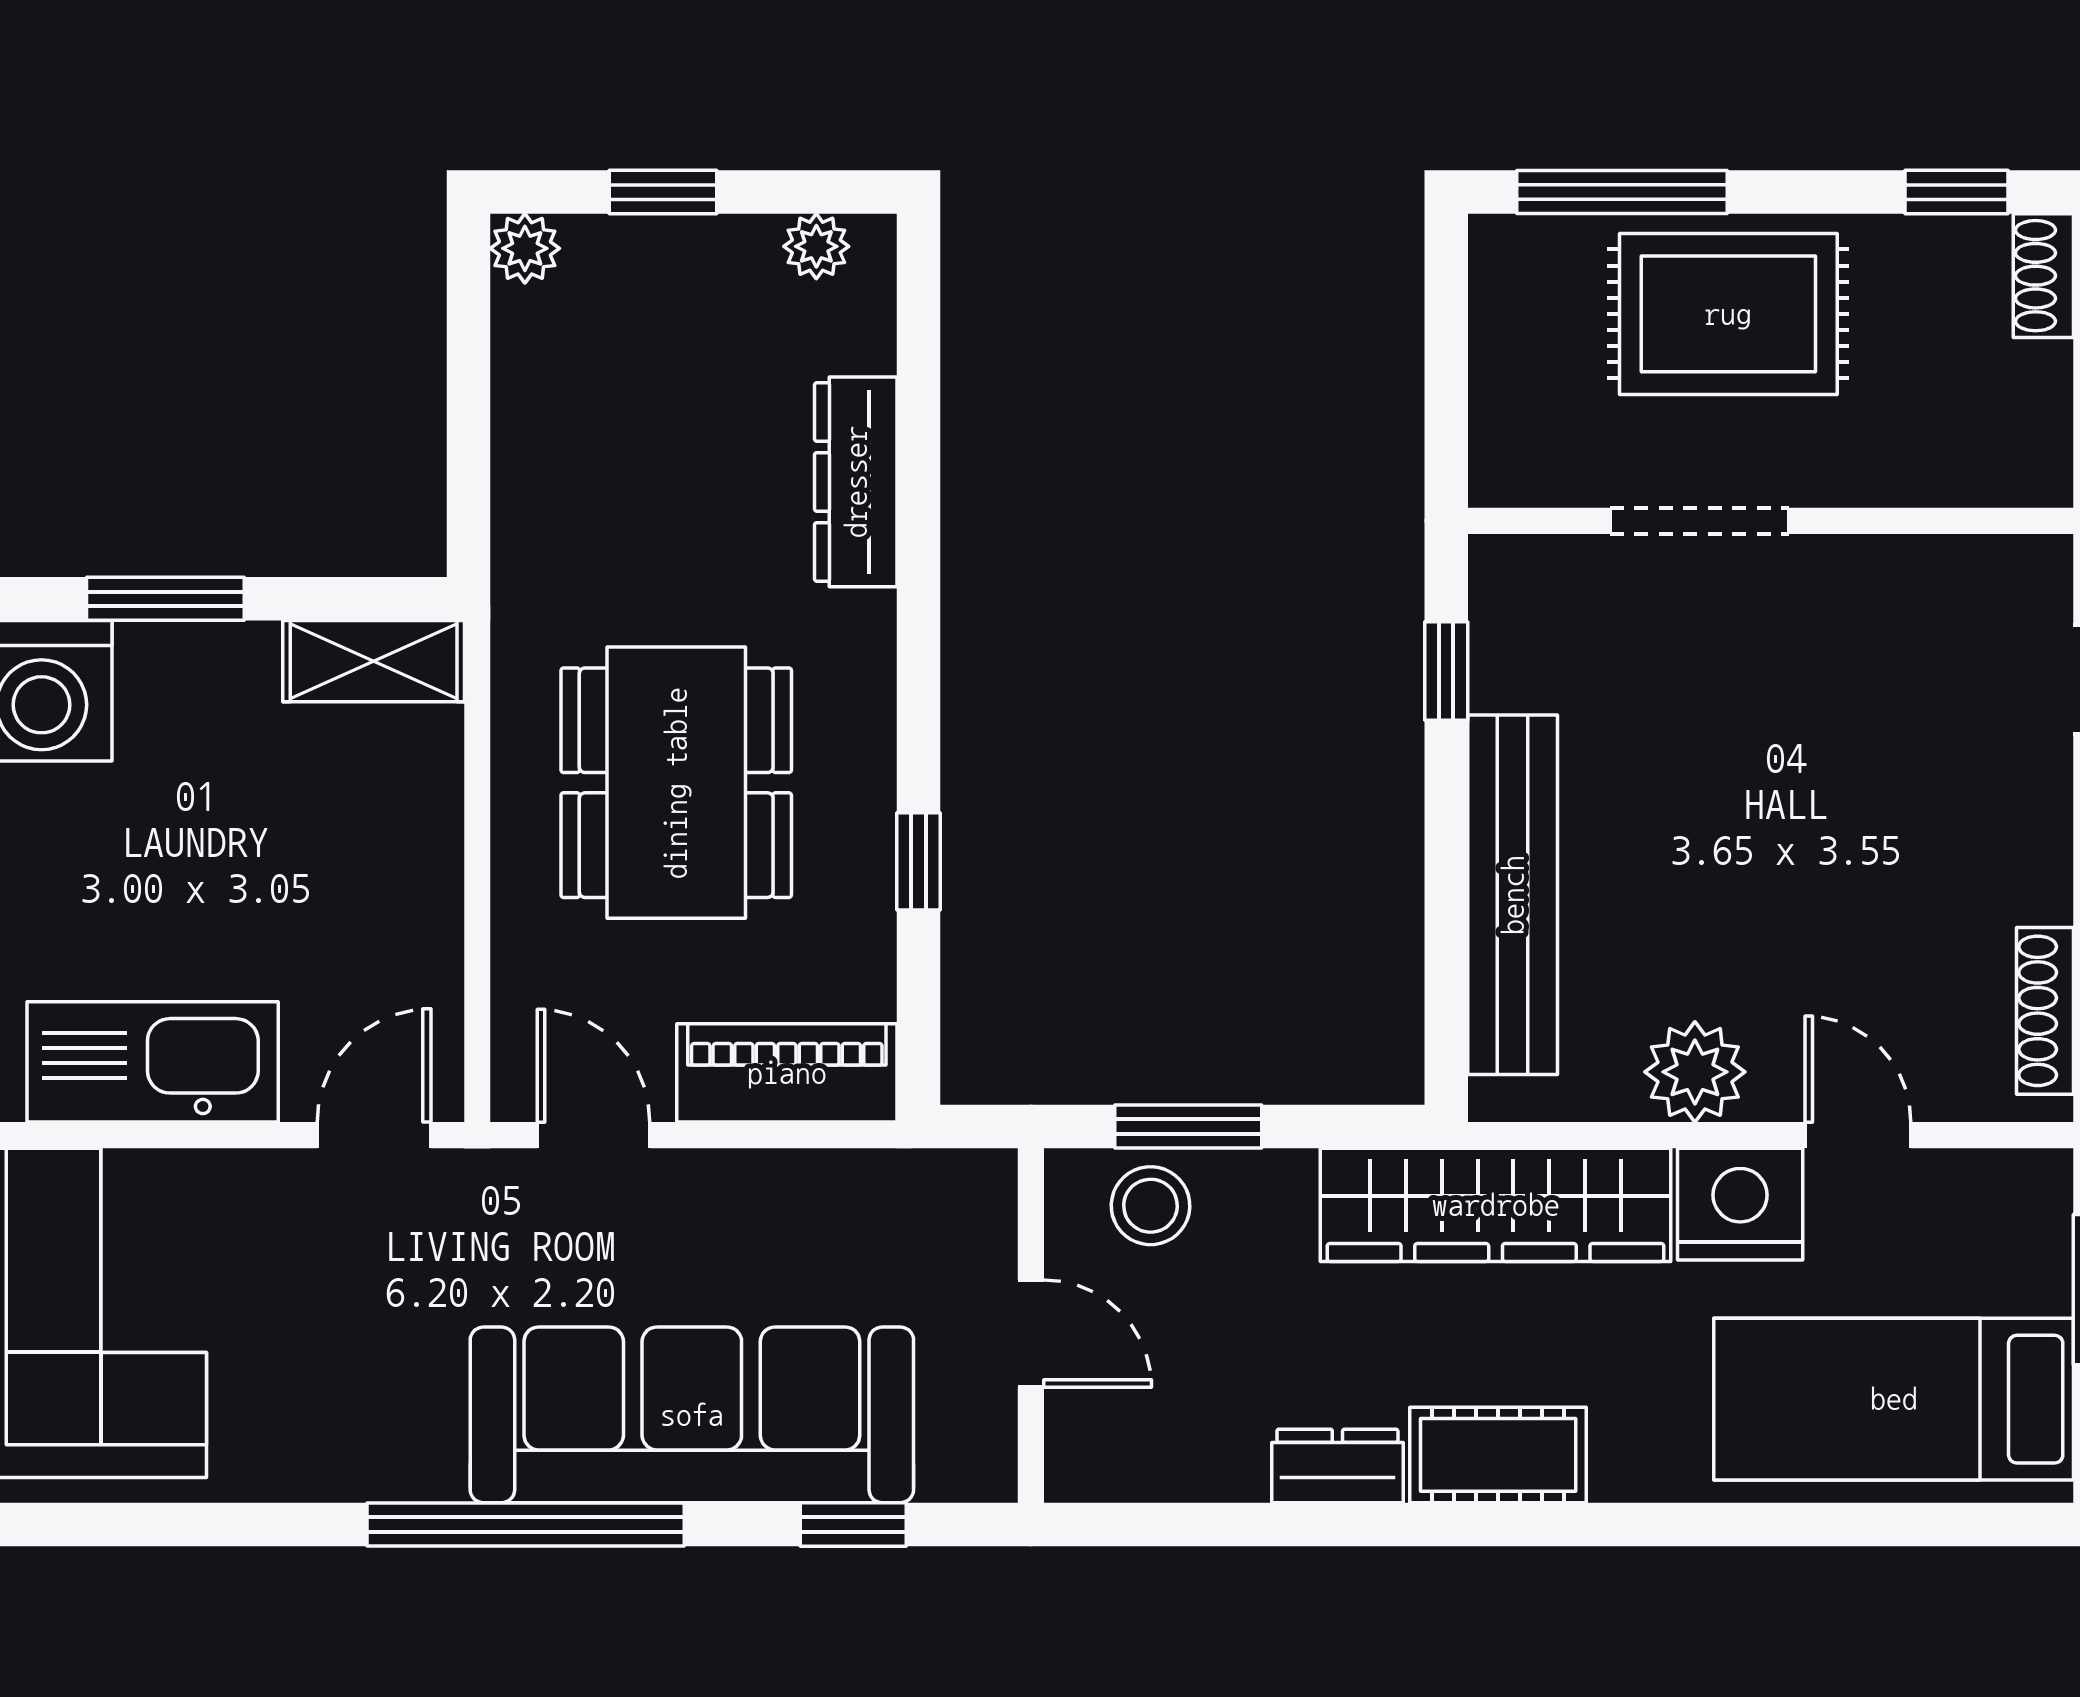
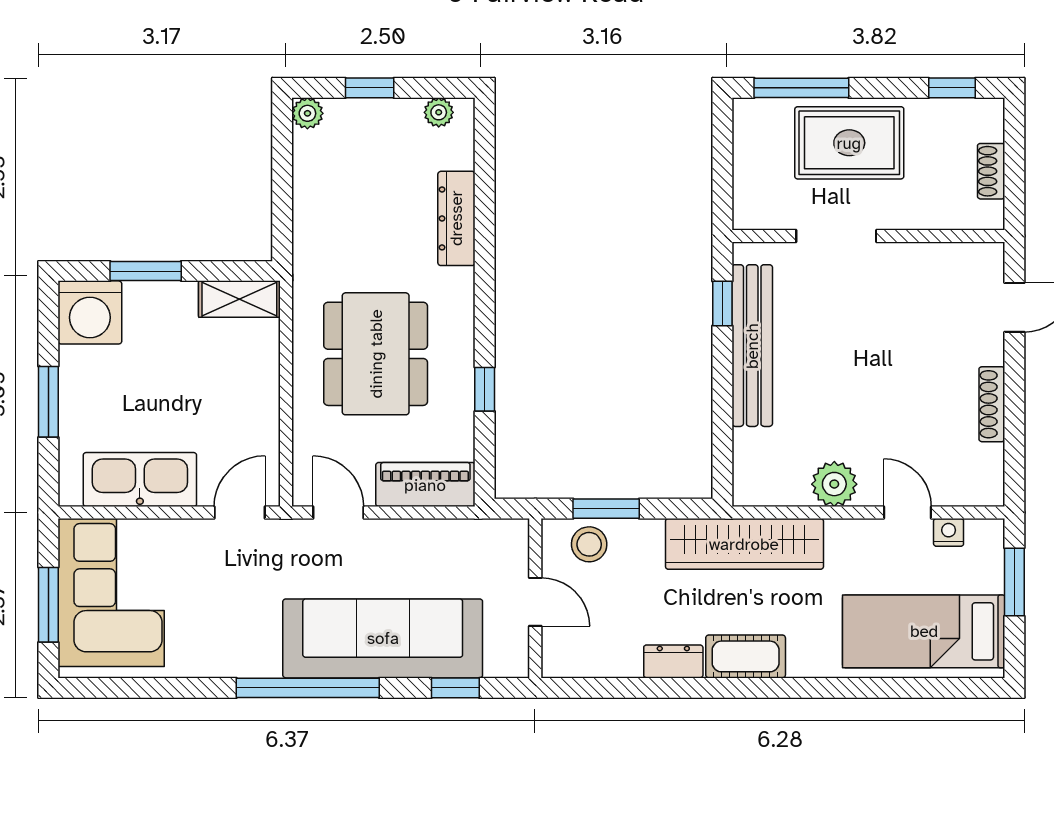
shoe rack: (2043, 276) -> (991, 171), moved
bench: (1513, 895) -> (752, 346), moved
shoe rack: (2045, 1011) -> (992, 404), moved
nightstand: (1740, 1204) -> (949, 532), moved, width x0.53, depth x0.56

